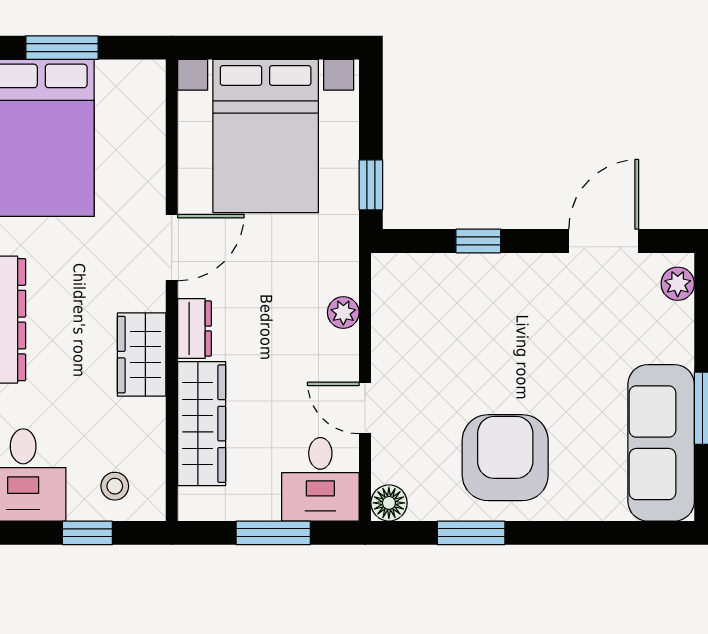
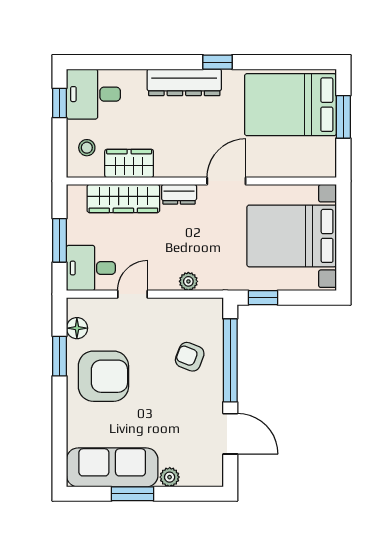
window: (478, 241) -> (230, 360), width x3.17
door: (172, 248) -> (226, 181), swing flipped
plant: (678, 284) -> (170, 477), moved
armchair: (472, 310) -> (190, 357), added
wardrobe: (142, 355) -> (129, 163), moved
floor lamp: (389, 503) -> (77, 328), moved
window: (87, 533) -> (59, 103), moved

